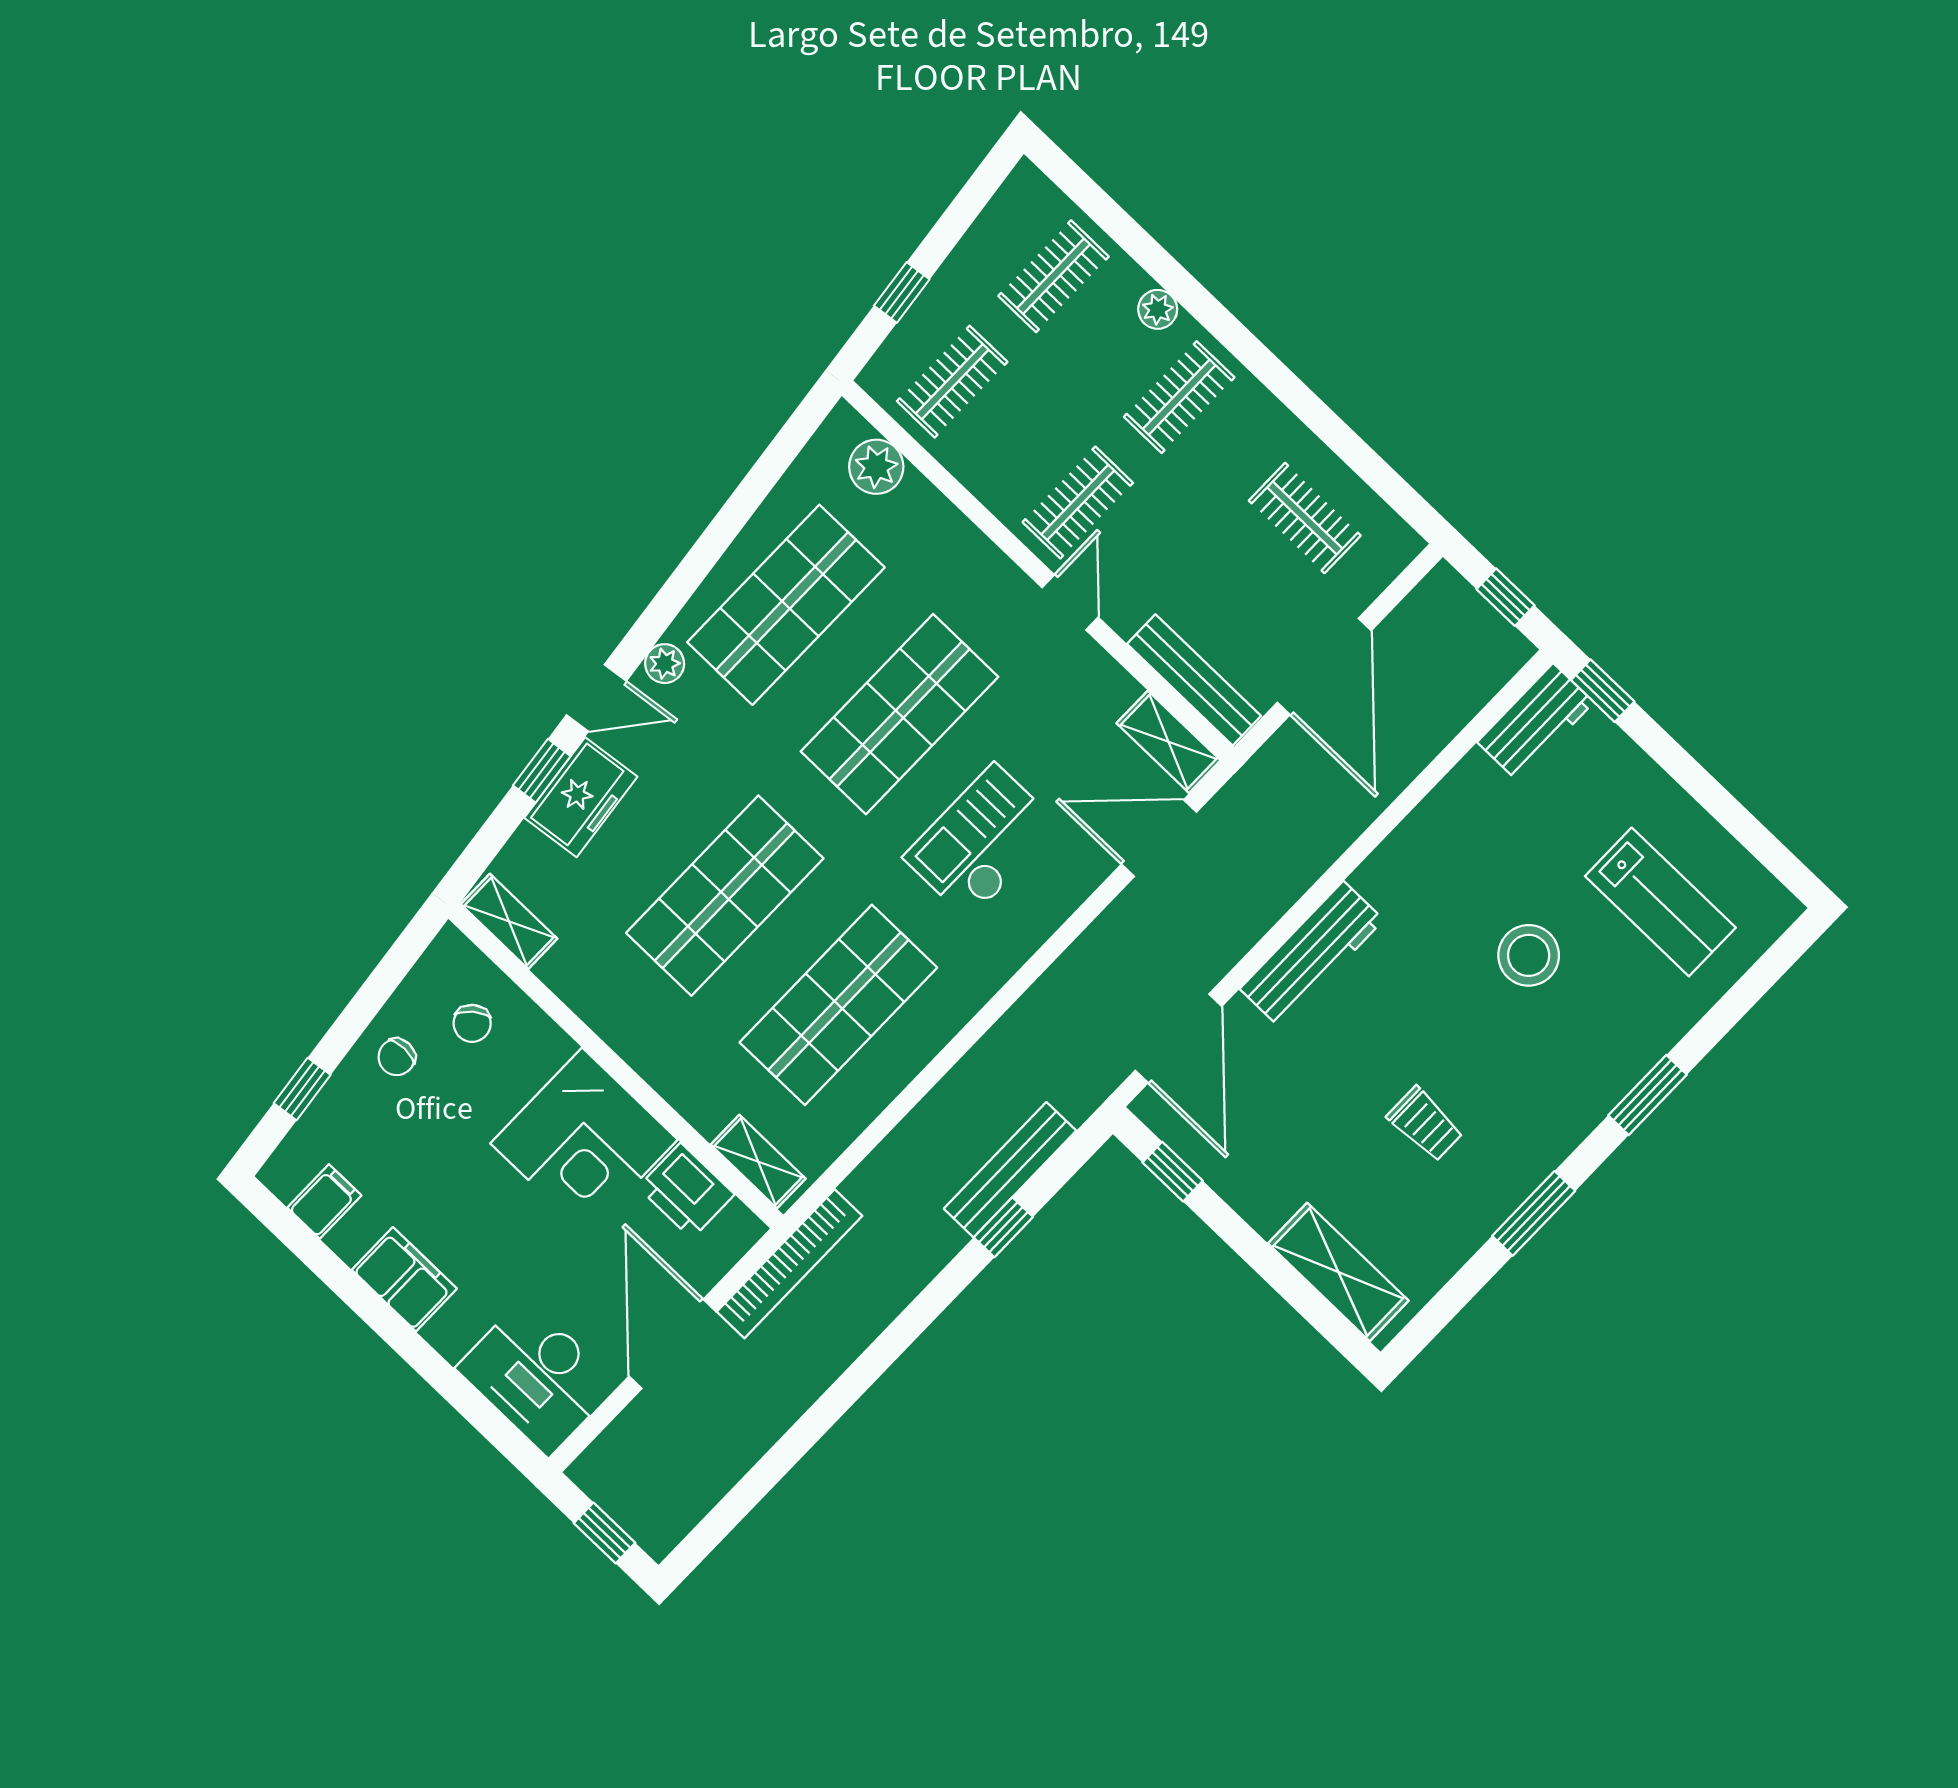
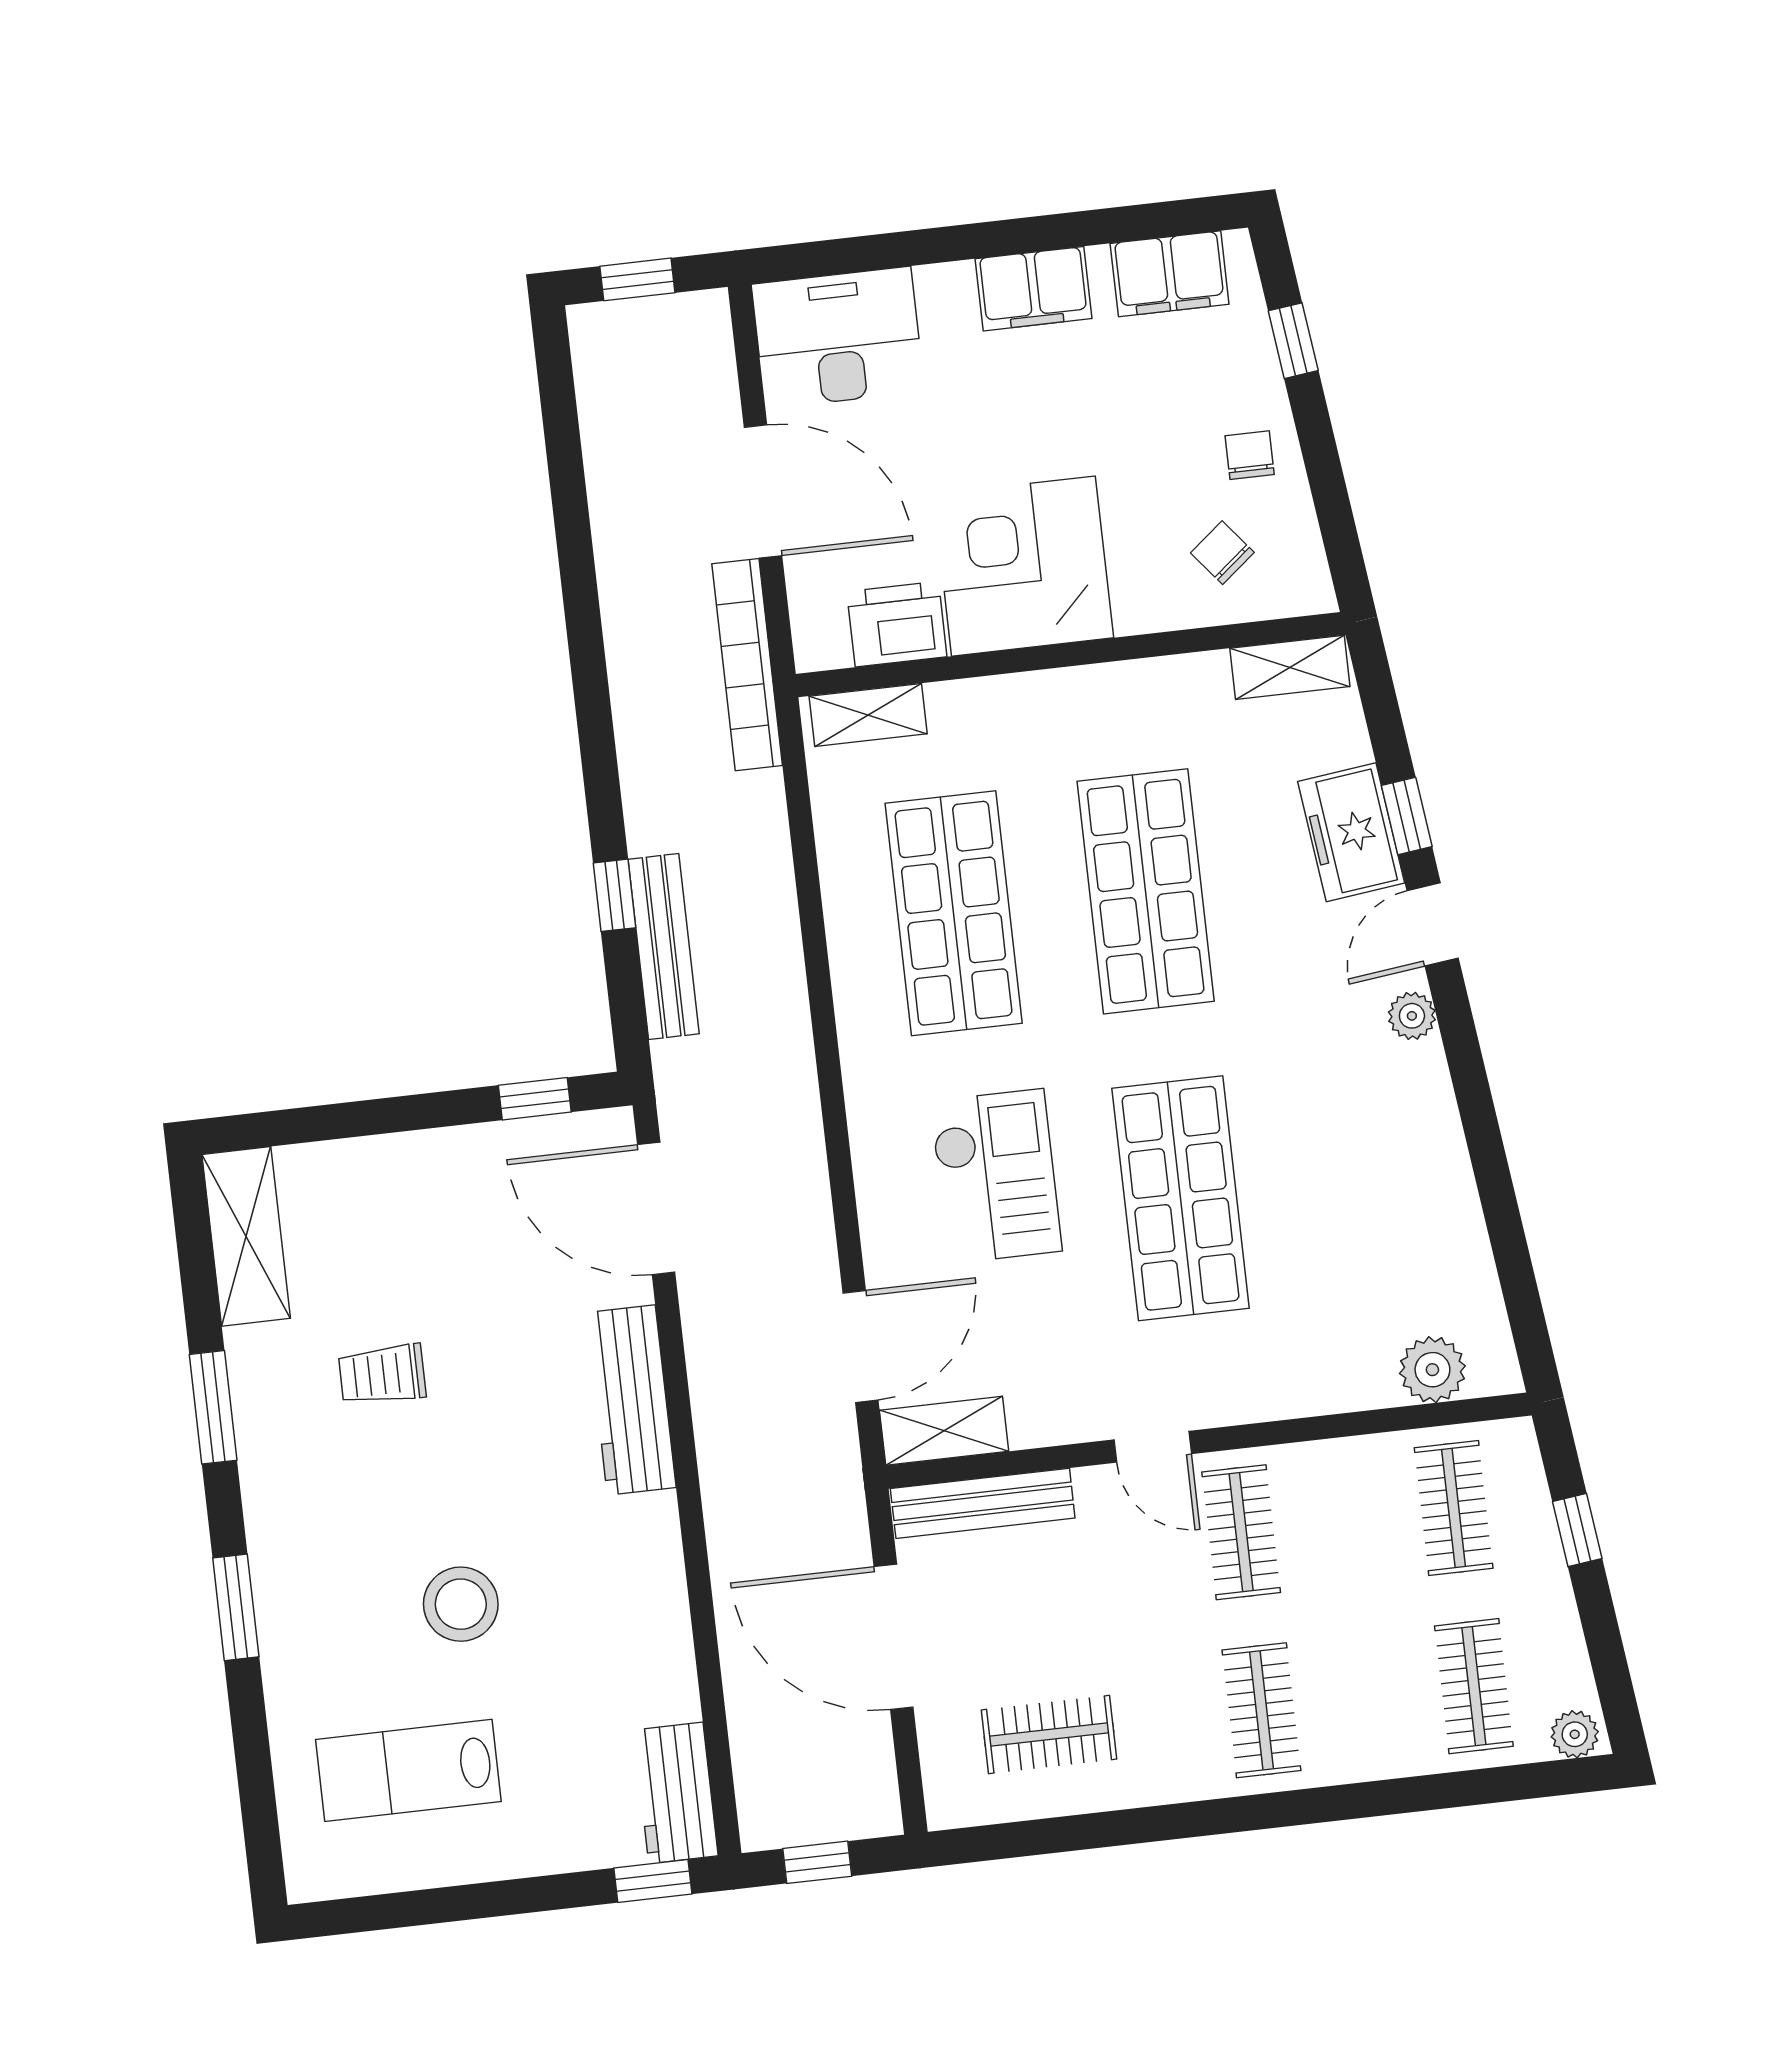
plant: (1158, 309) -> (1575, 1734), moved
shop shelf: (786, 605) -> (1373, 1176), removed
filing cabinet: (324, 1202) -> (1170, 274), width x2.00
shelving: (1338, 1272) -> (246, 1236), moved, turned 90

